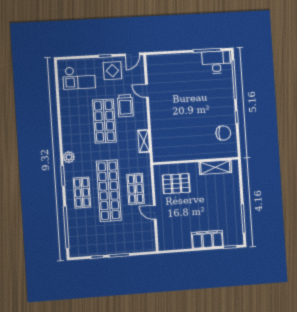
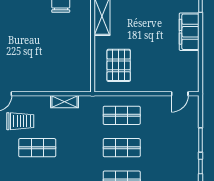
shop shelf: (104, 121) -> (37, 148), width x0.70, depth x0.74
shop shelf: (109, 191) -> (122, 148), width x0.50, depth x0.74
door: (155, 212) -> (180, 94), moved

